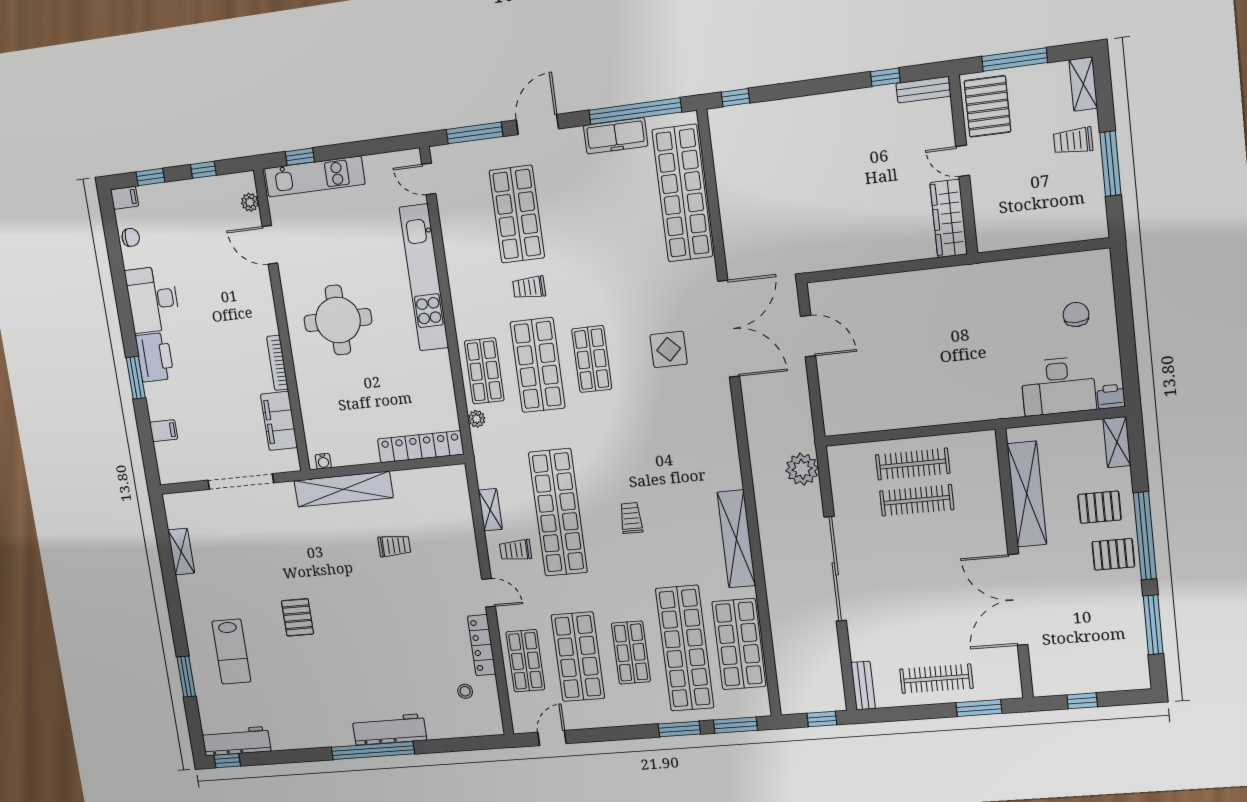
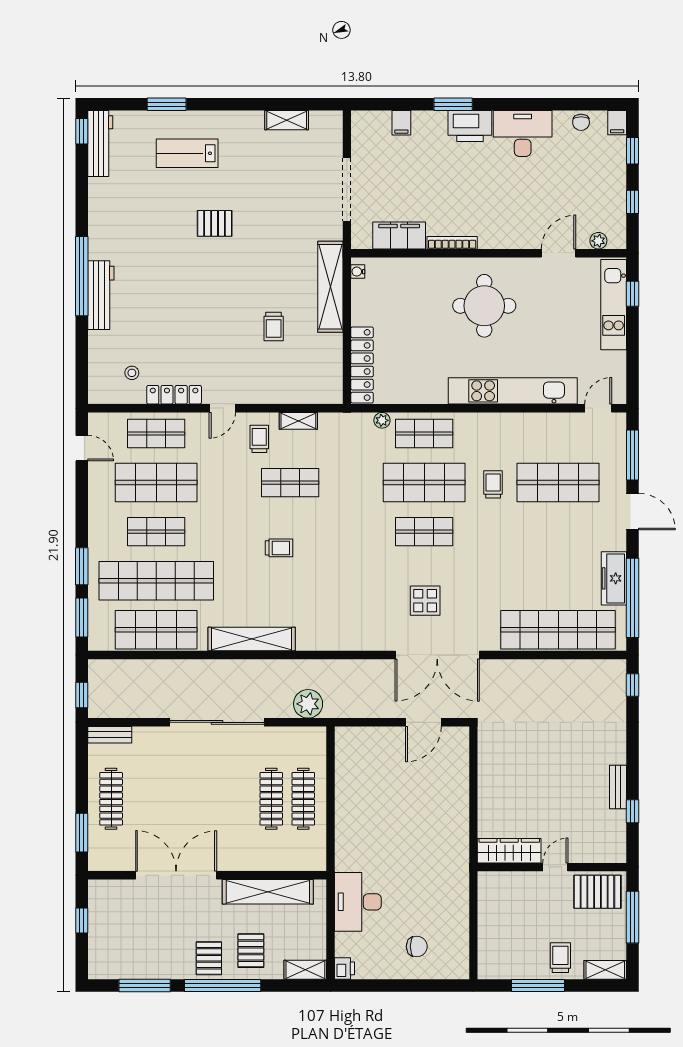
bench: (923, 90) -> (618, 787), moved
desk: (1058, 386) -> (358, 902), moved
shop shelf: (558, 512) -> (290, 483), width x0.50, depth x0.74

